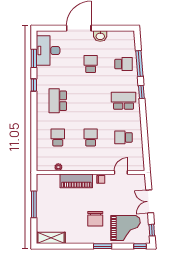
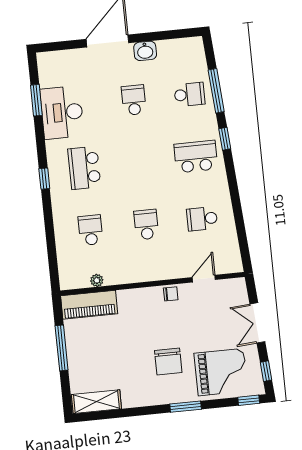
desk: (48, 51) -> (62, 113), moved
window: (34, 85) -> (44, 179), moved
piano: (76, 181) -> (89, 305), moved

